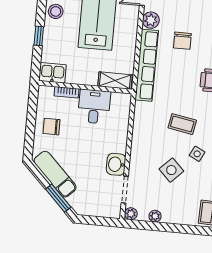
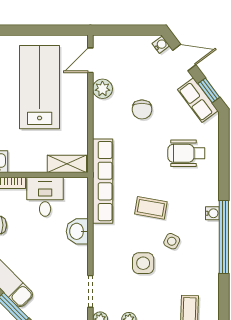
row of seats: (147, 65) -> (103, 181), moved
washbasin: (116, 164) -> (77, 231), moved
side table: (171, 170) -> (143, 263), turned 45

